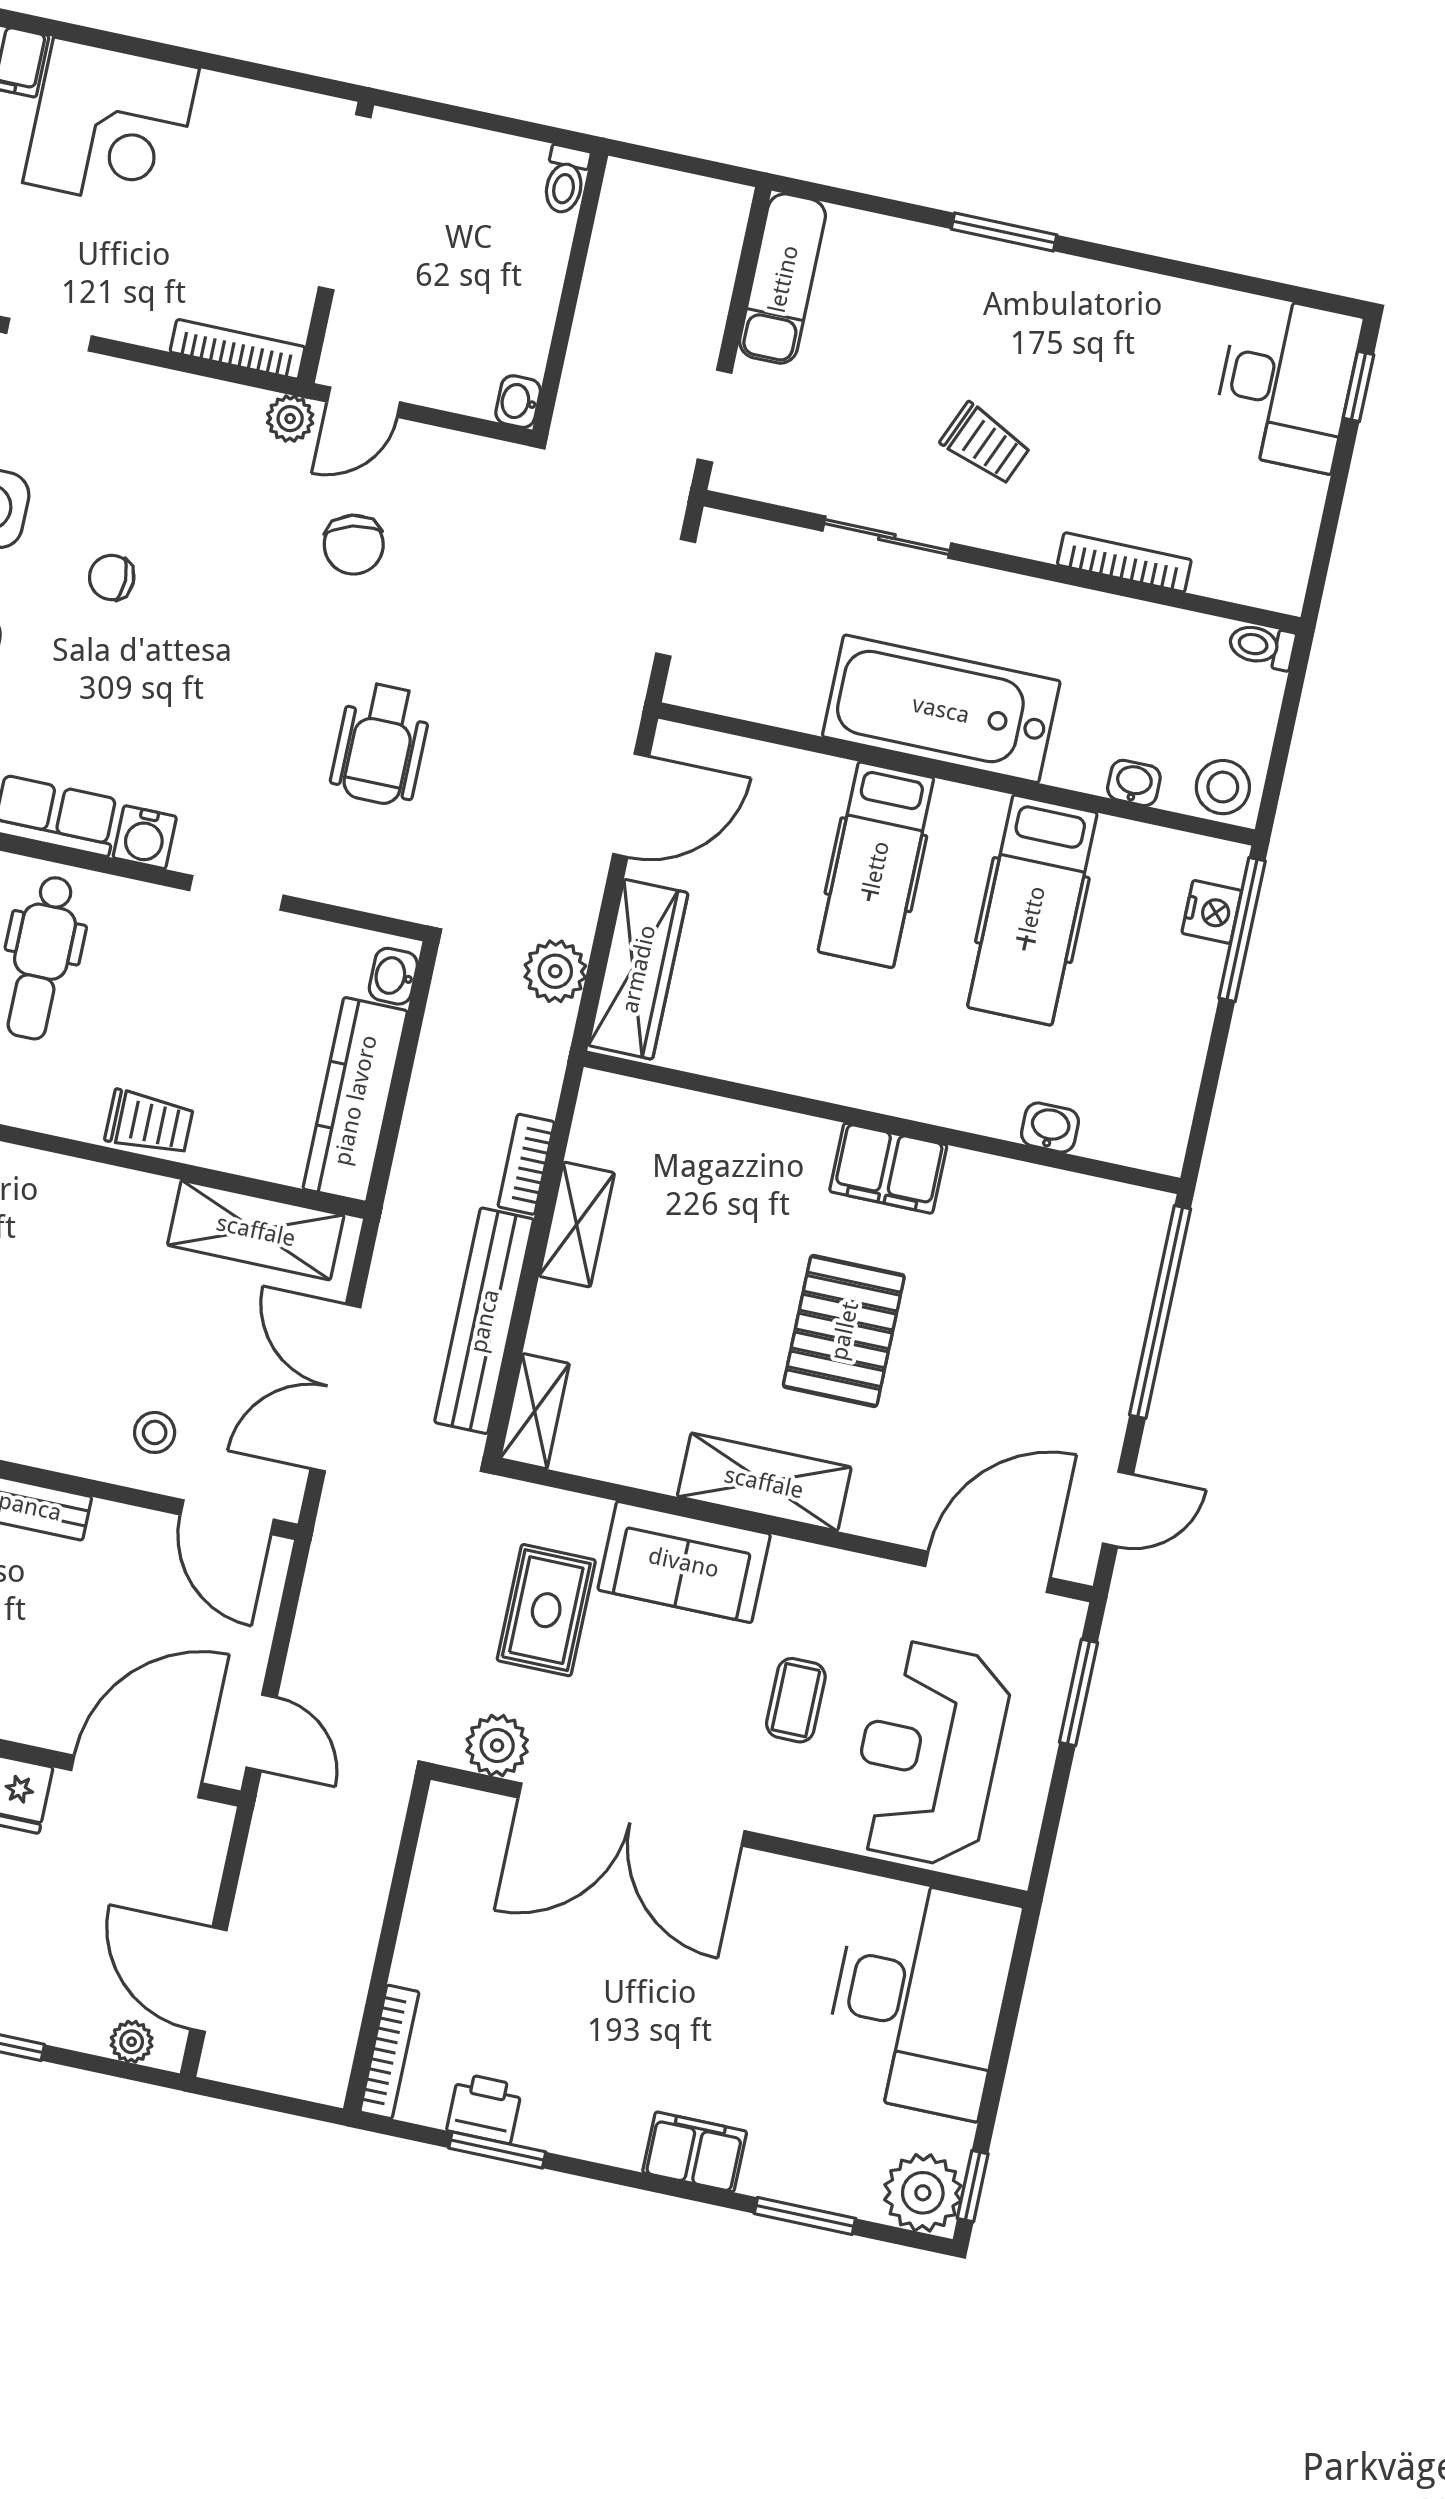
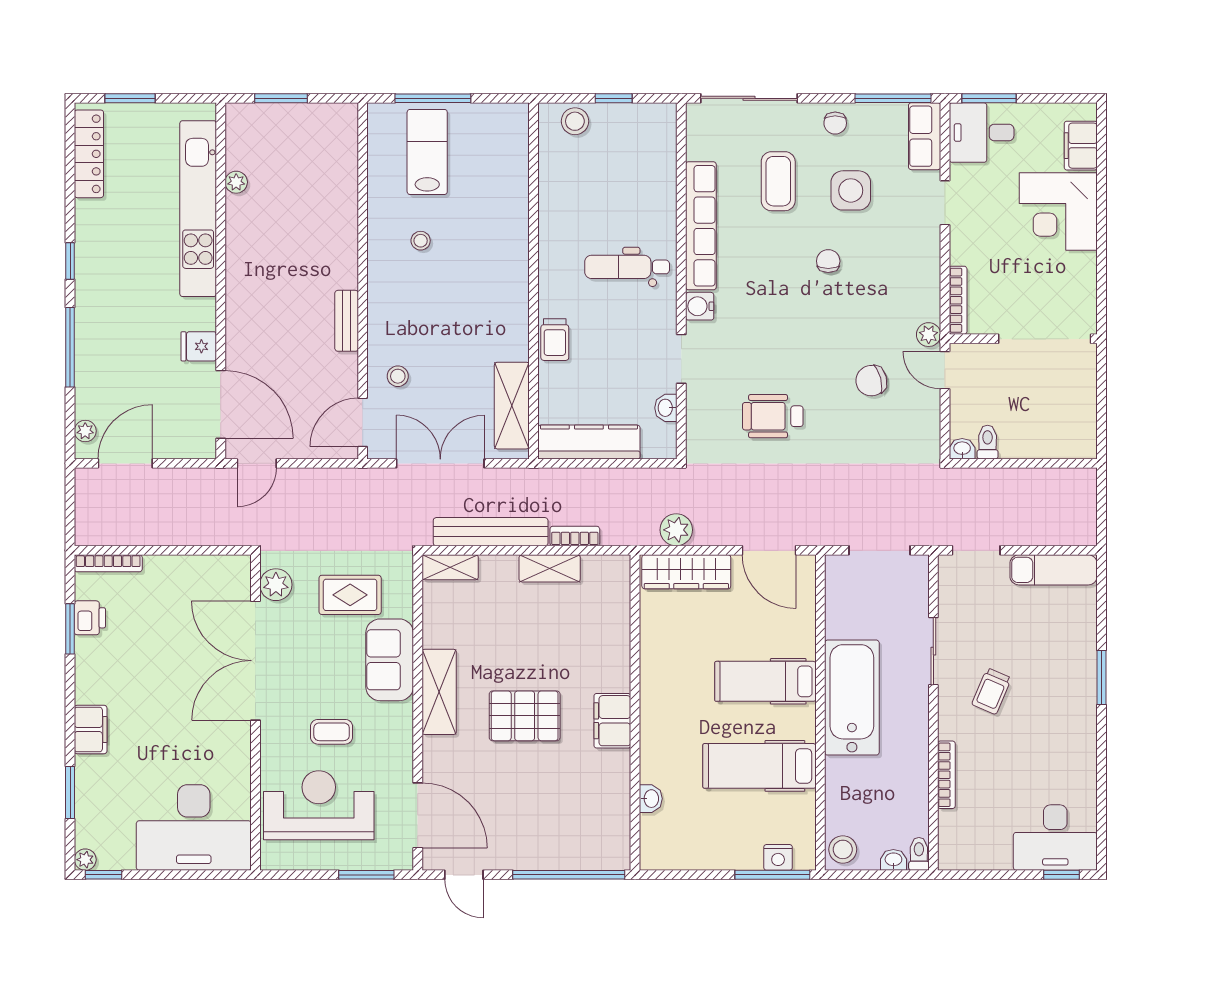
toilet: (565, 180) -> (988, 442), moved, turned 90
washbasin: (1134, 783) -> (893, 860), moved, turned -90
washbasin: (393, 976) -> (666, 408), moved, turned -90
plant: (923, 2193) -> (85, 860), width x0.53, depth x0.53

